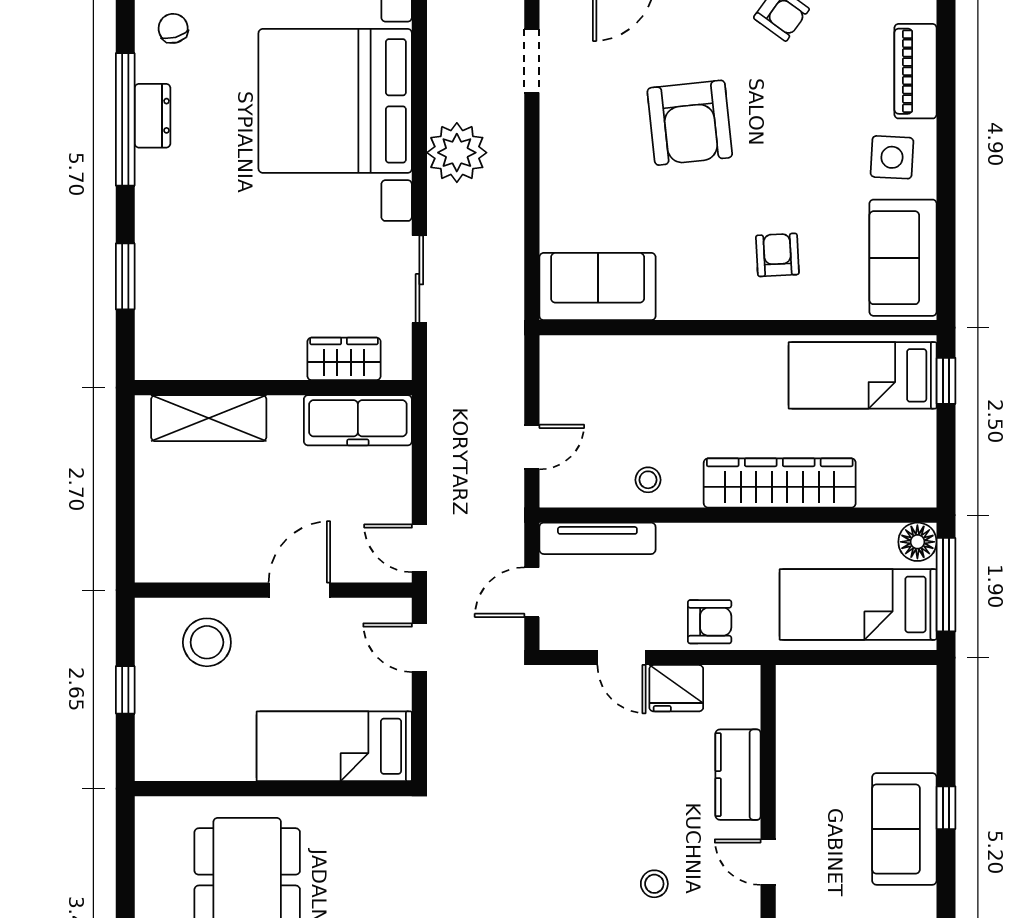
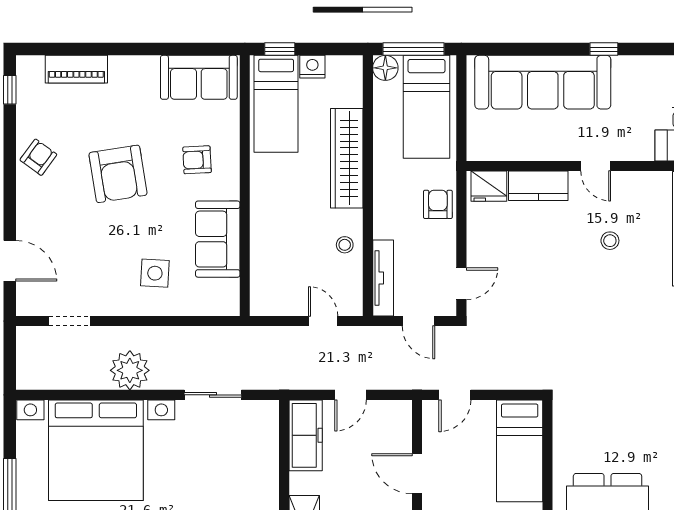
armchair: (690, 123) -> (118, 174), moved, turned 87
side table: (892, 157) -> (155, 273), moved
sofa: (598, 287) -> (218, 239), moved
wardrobe: (344, 359) -> (265, 444), removed
nightstand: (919, 431) -> (312, 67), added
door: (419, 548) -> (350, 395), moved
door: (622, 658) -> (461, 284), moved
fridge: (676, 688) -> (489, 186), moved, turned 90
window: (946, 808) -> (604, 49), moved
sofa: (904, 829) -> (543, 82), width x1.85, depth x1.27
door: (768, 862) -> (596, 166), hinge flipped

